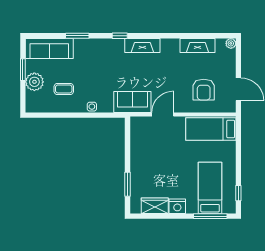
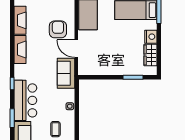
fireplace: (142, 45) -> (20, 49), moved
bar counter: (99, 52) -> (25, 100), added
armchair: (204, 90) -> (58, 29), moved, turned -90

